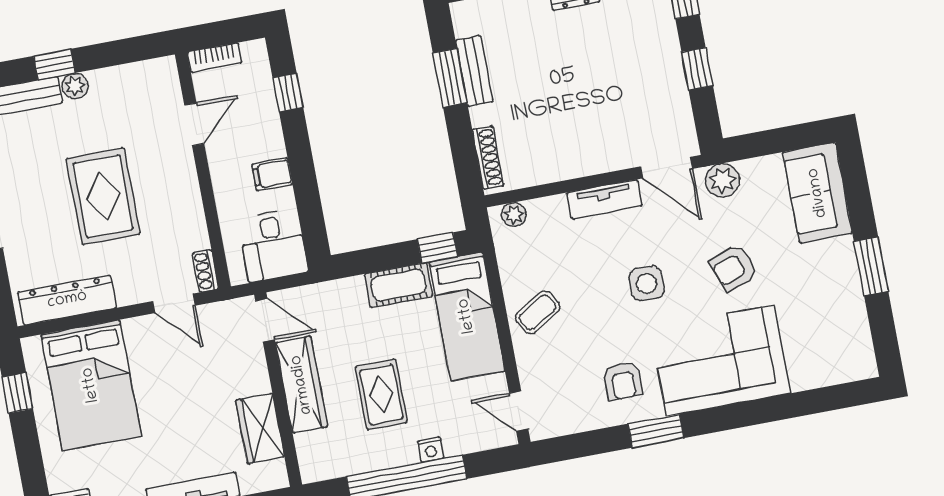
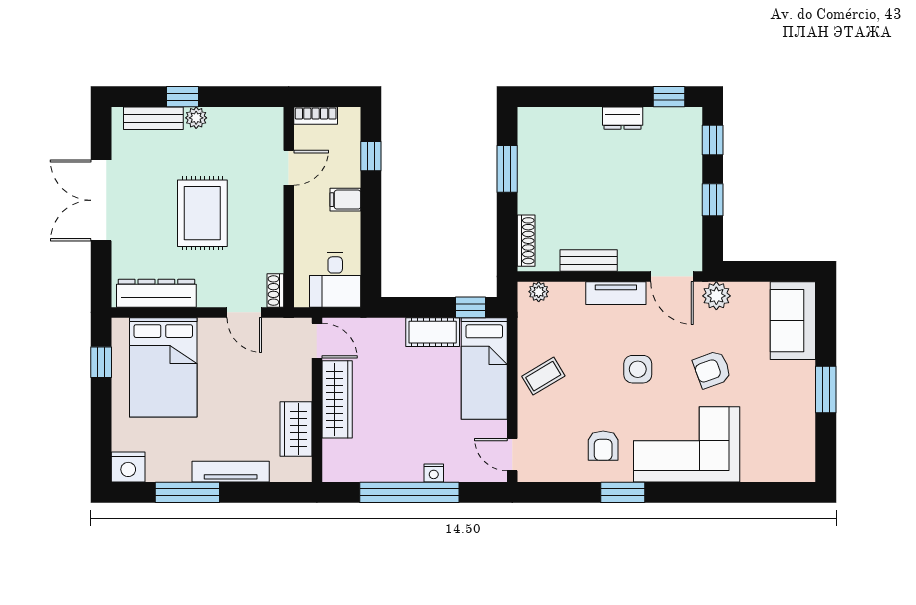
bench: (474, 71) -> (589, 261), moved, turned 90
filing cabinet: (272, 174) -> (345, 200), moved
rug: (381, 395) -> (401, 420), removed

